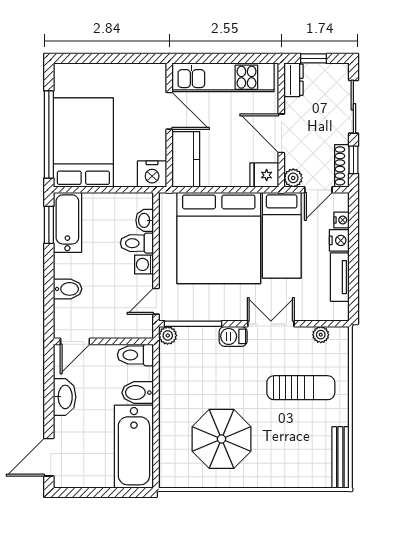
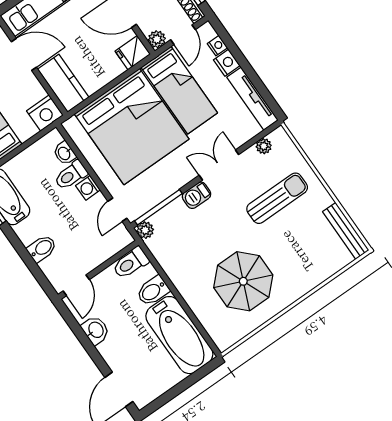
tv unit: (340, 277) -> (253, 99), width x1.41
washbasin: (65, 397) -> (96, 330), width x0.72

